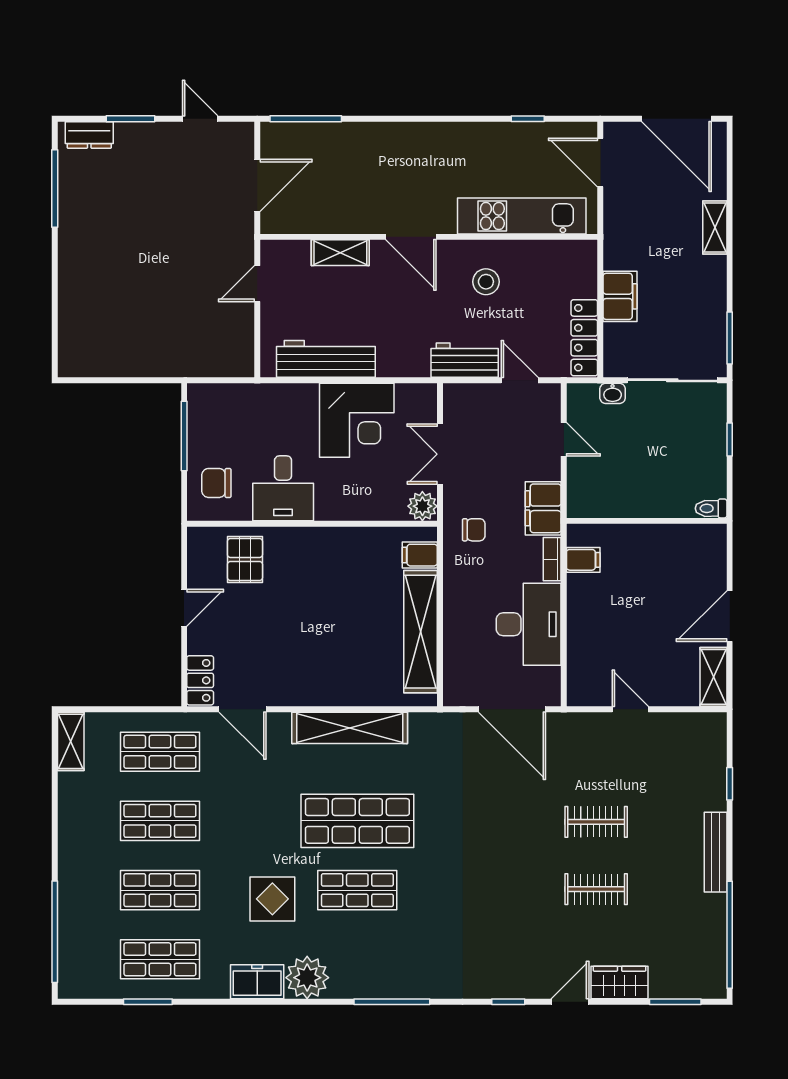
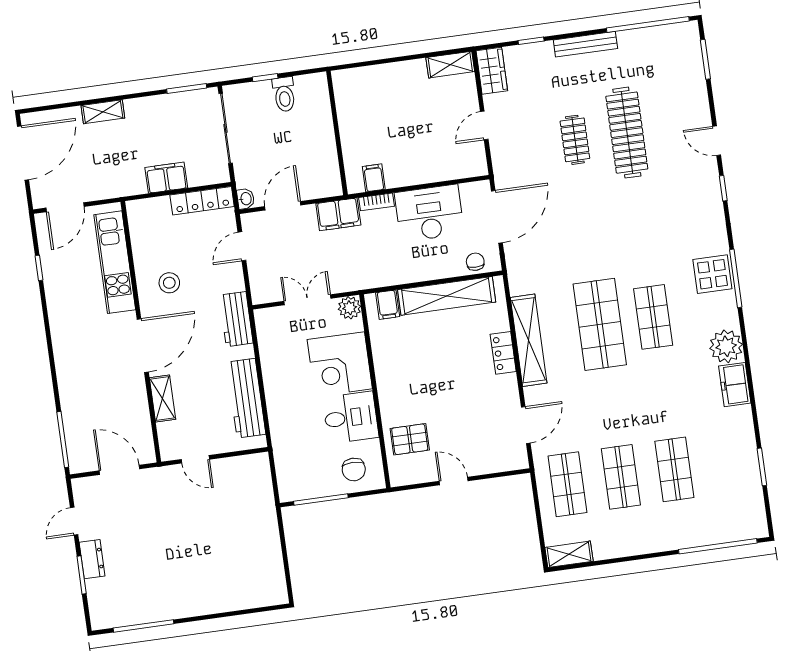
dresser: (89, 135) -> (92, 559), moved
door: (411, 237) -> (143, 346), width x1.36
workbench: (465, 360) -> (236, 319), moved
washbasin: (613, 393) -> (246, 199), moved
corner desk: (357, 420) -> (340, 364), moved, turned 180
door: (564, 439) -> (283, 206), width x1.38
double door: (440, 454) -> (307, 300), swing flipped
toilet: (711, 508) -> (284, 94), moved, width x1.37, depth x1.39
chair: (474, 530) -> (475, 262), moved
door: (730, 616) -> (402, 59), removed
locker: (200, 680) -> (503, 353), moved, turned -90
clothes rail: (596, 889) -> (627, 133), width x1.86, depth x1.31
display table: (272, 899) -> (712, 274), moved
shop shelf: (160, 959) -> (728, 462), removed
wardrobe: (620, 982) -> (492, 71), moved, turned 180

